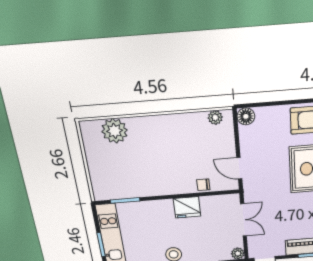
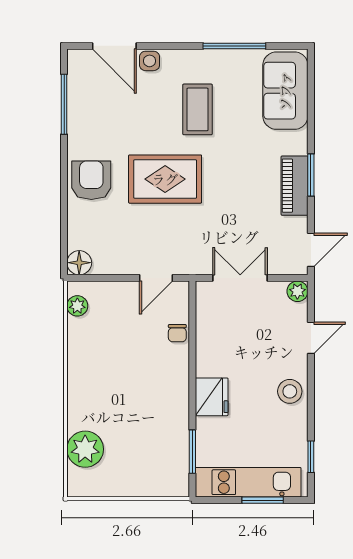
fridge: (187, 207) -> (212, 397), moved

